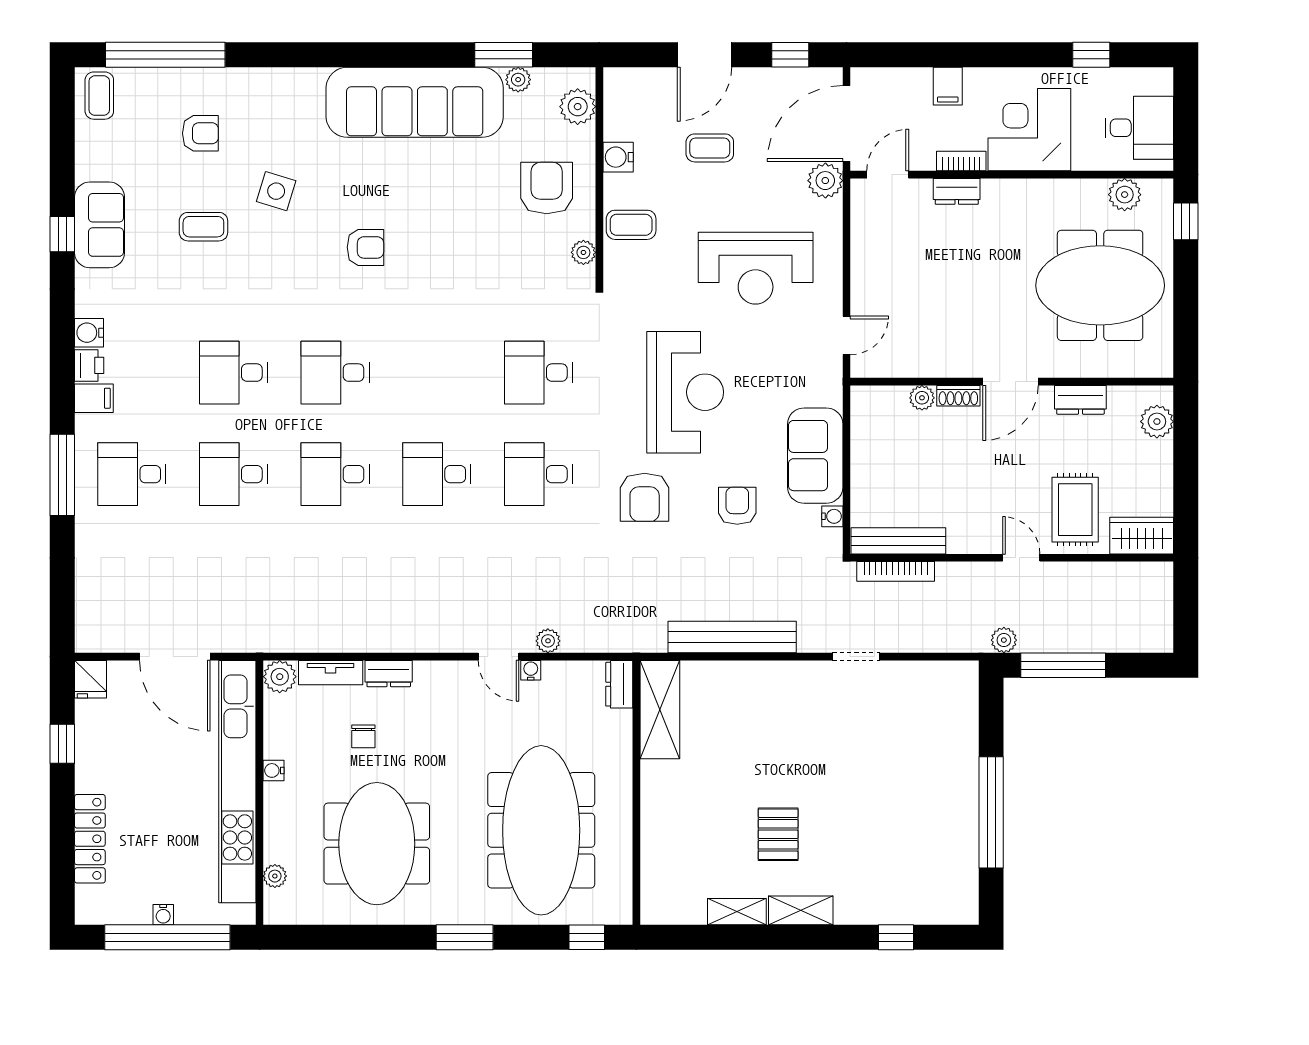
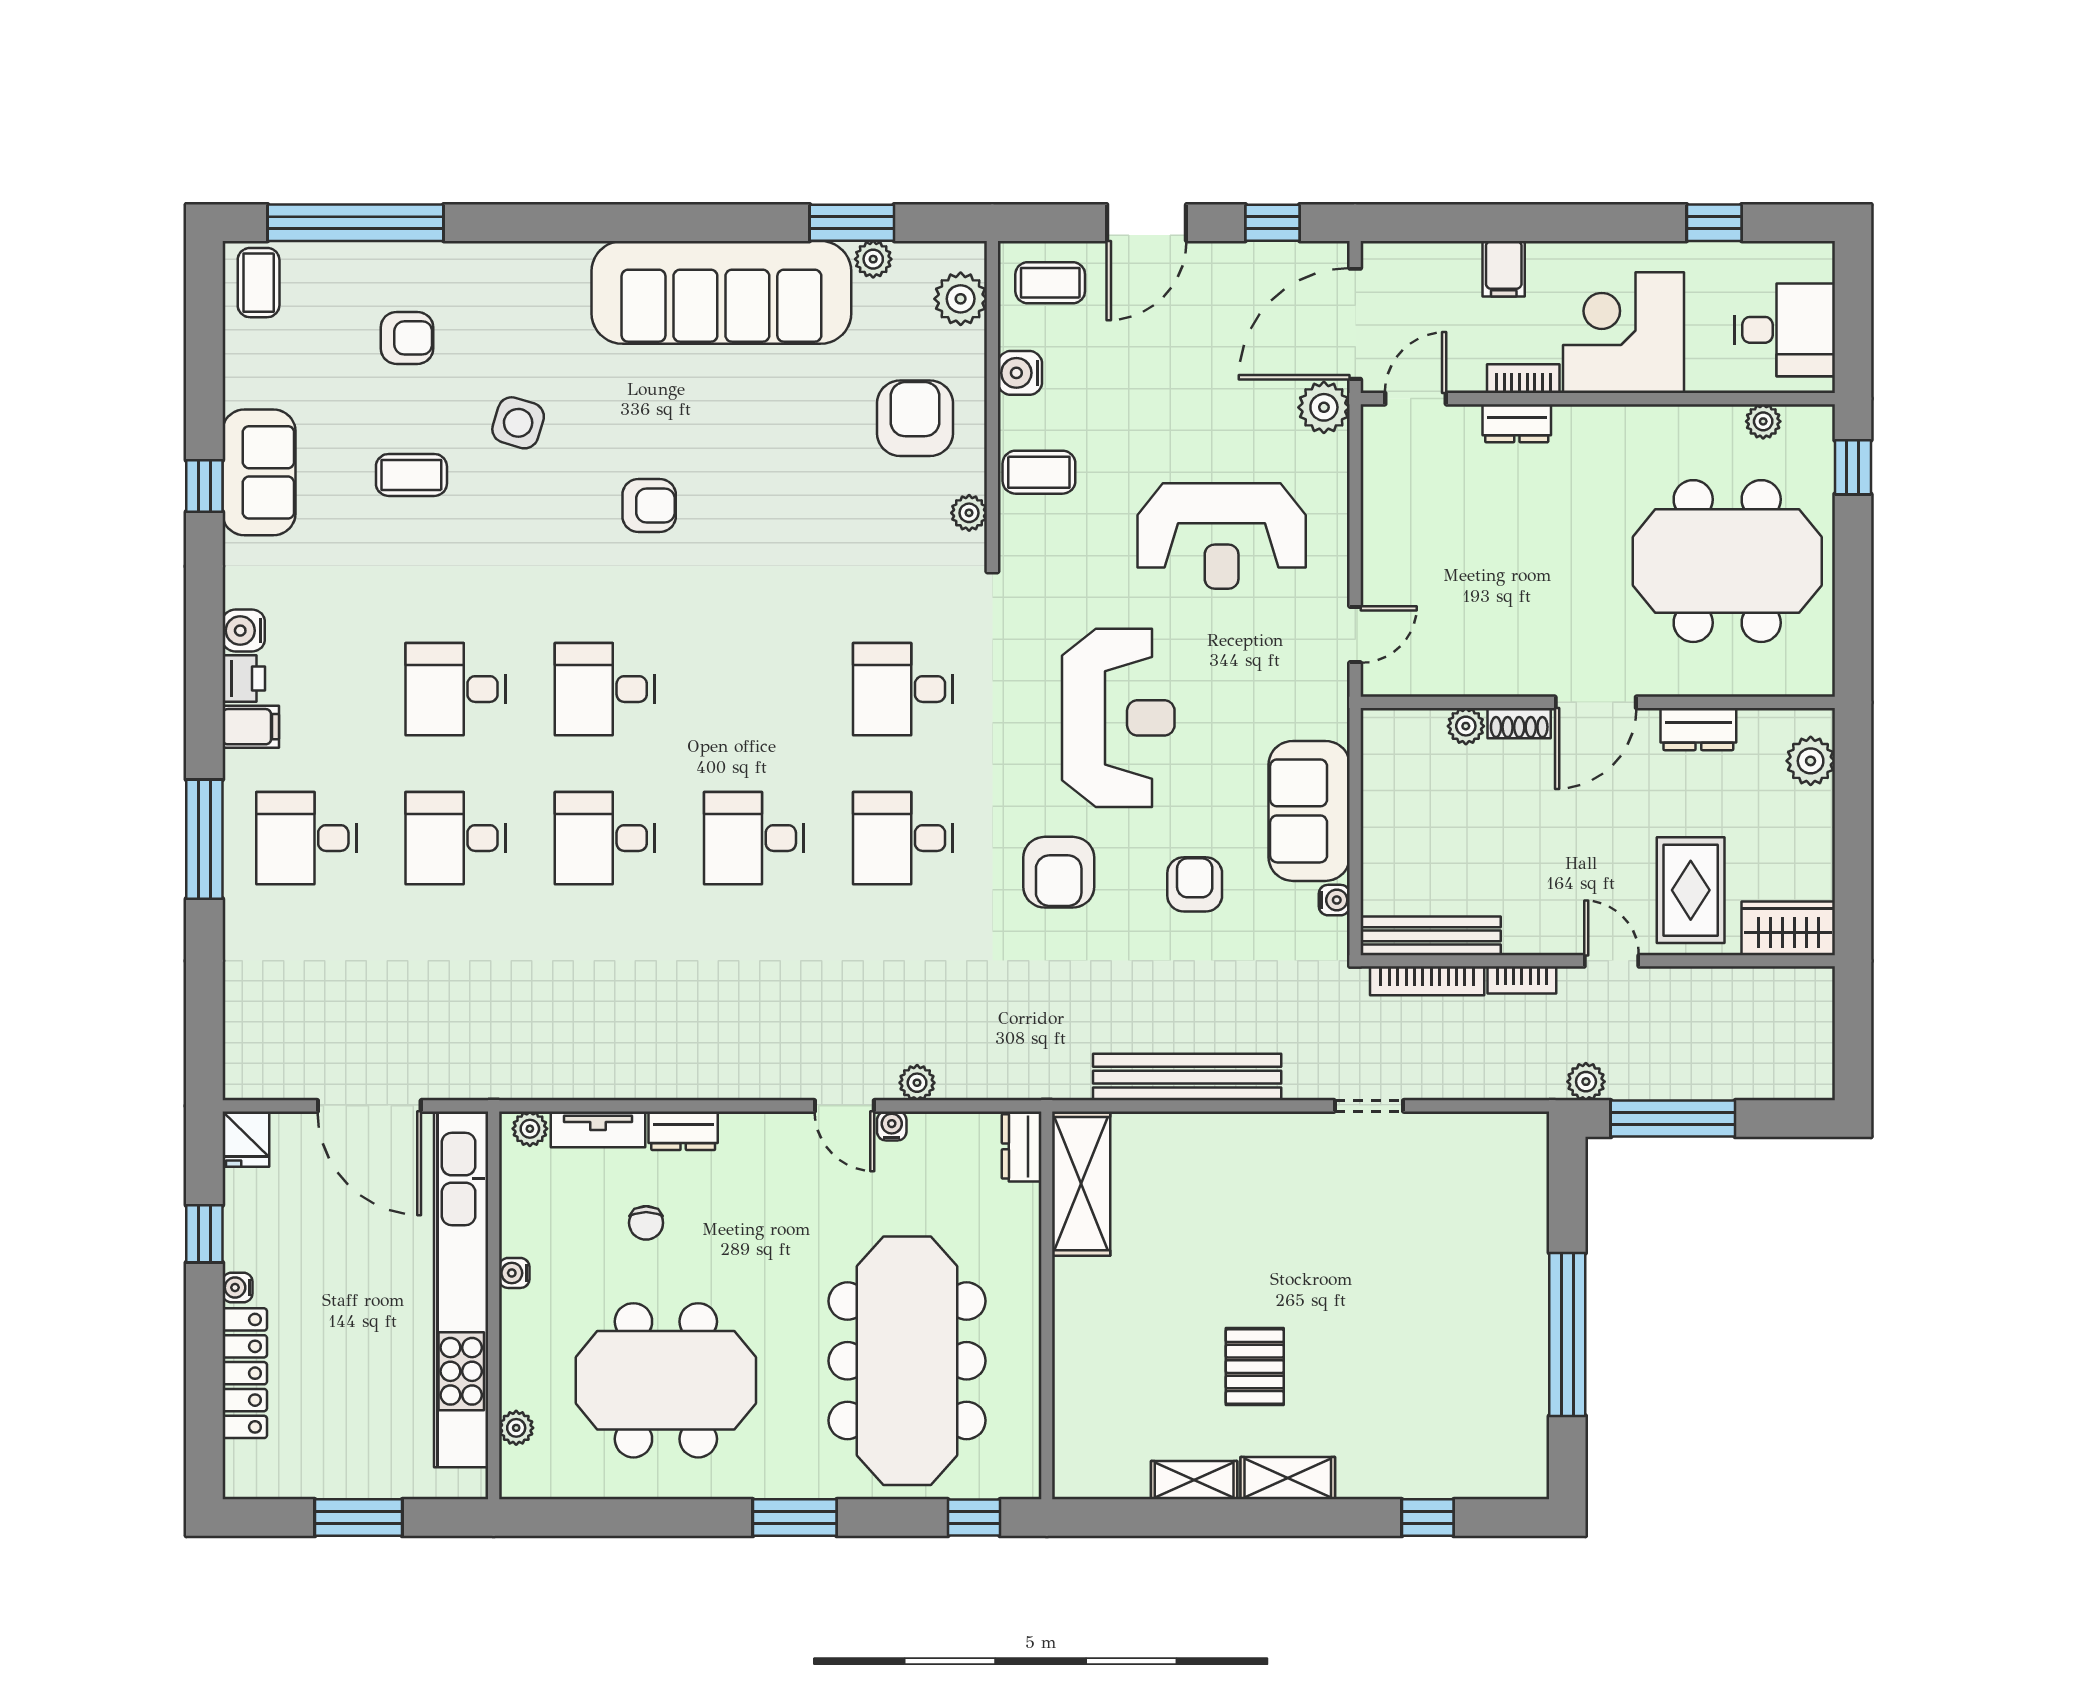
coffee table: (710, 148) -> (1050, 283), moved
plant: (1125, 195) -> (1763, 421), width x0.73, depth x0.73
bookcase: (960, 571) -> (1522, 980), added
plant: (280, 677) -> (530, 1129), width x0.73, depth x0.73
meeting table: (377, 844) -> (666, 1380), turned 90
water cooler: (163, 915) -> (237, 1288), moved, turned 90
window: (167, 937) -> (359, 1518), width x0.47

